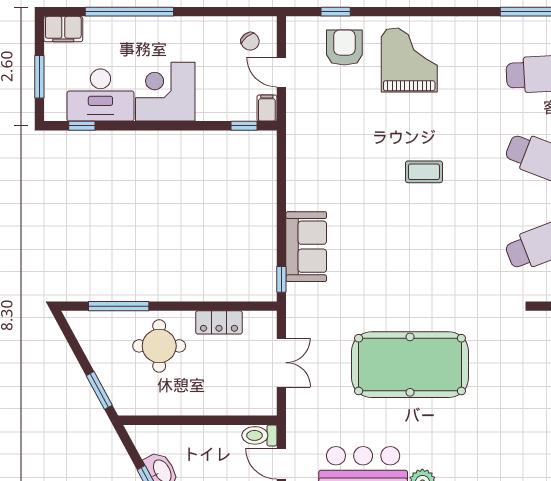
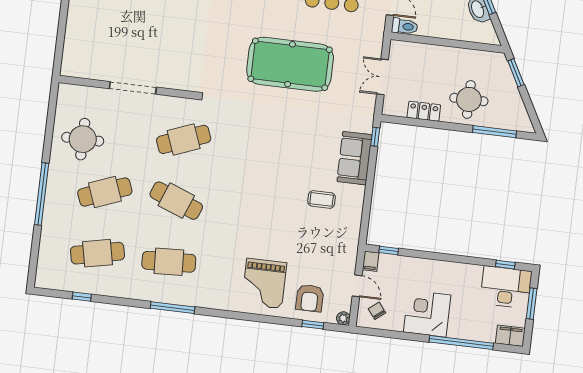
plant: (295, 25) -> (343, 318), added
corner desk: (165, 92) -> (427, 314), moved, turned 180
desk: (100, 95) -> (506, 287), moved
coffee table: (424, 172) -> (322, 199), moved

